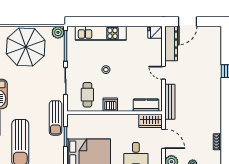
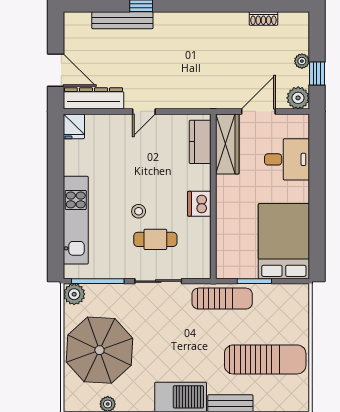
cafe table: (87, 95) -> (155, 239), moved
bench: (170, 102) -> (122, 20), moved
wardrobe: (151, 121) -> (227, 144), width x1.50

